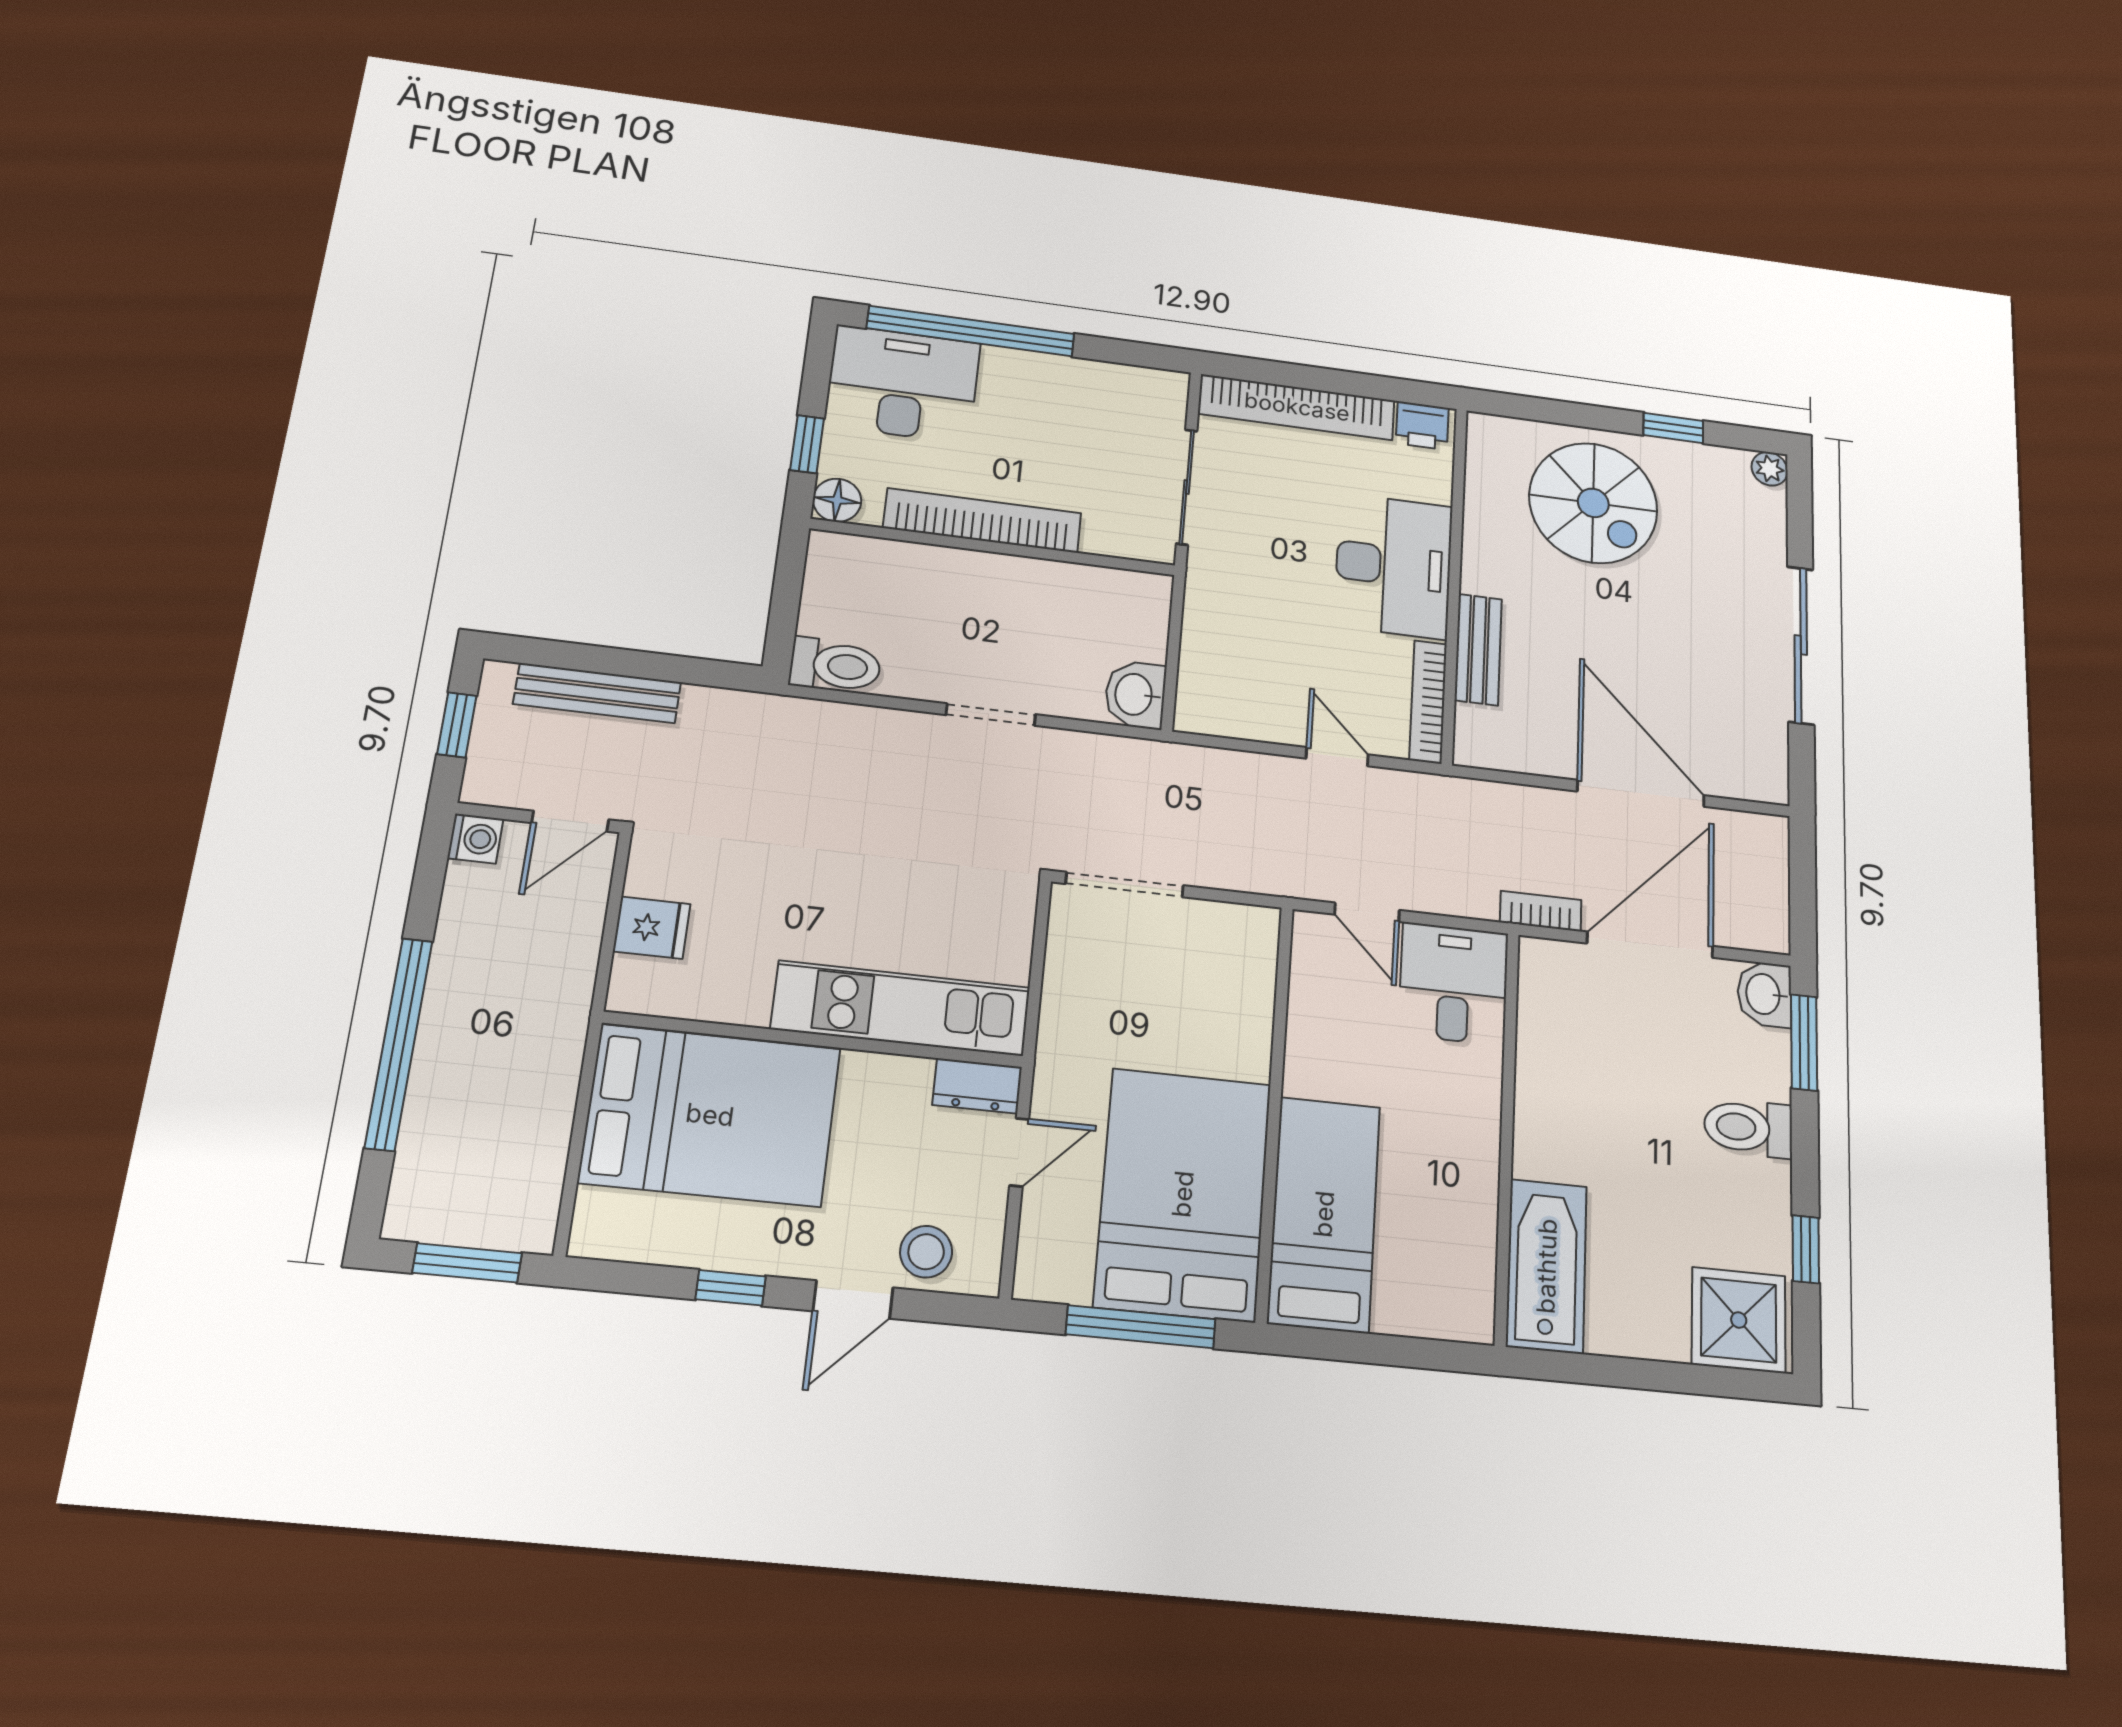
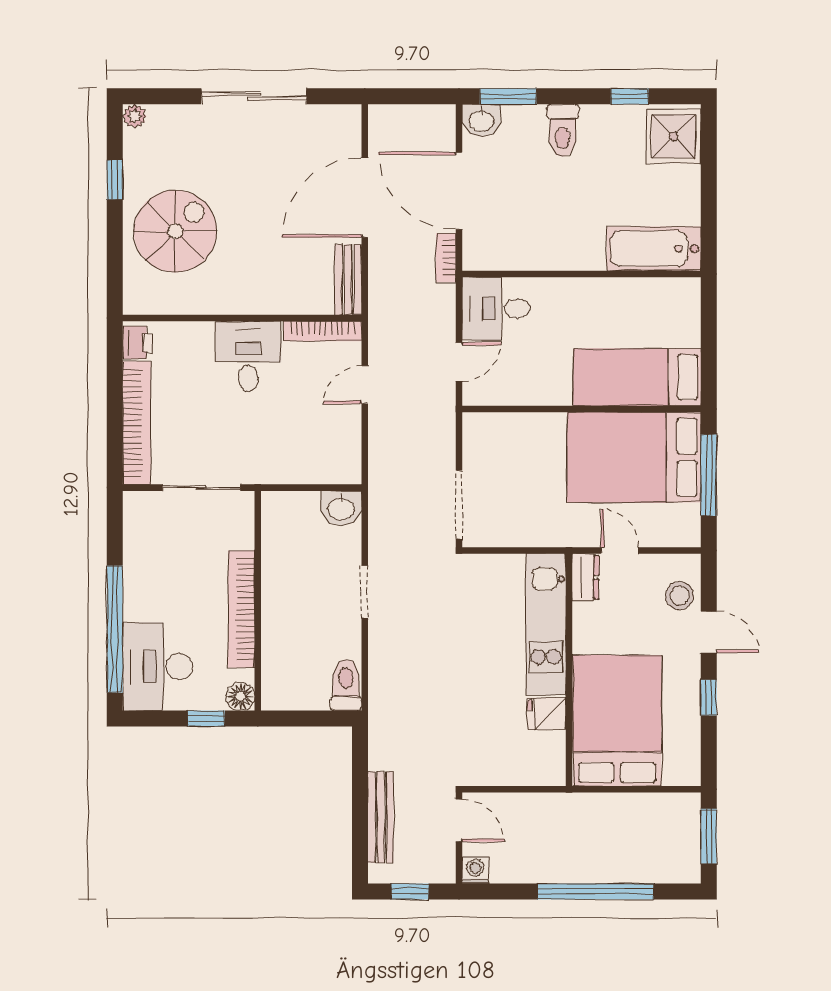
desk: (1394, 566) -> (248, 356), width x0.73
bench: (1478, 650) -> (348, 280), moved, turned 90
fridge: (652, 928) -> (547, 714), moved, turned -90

